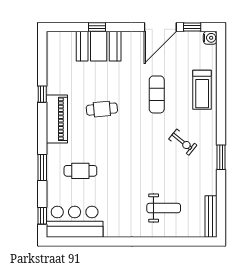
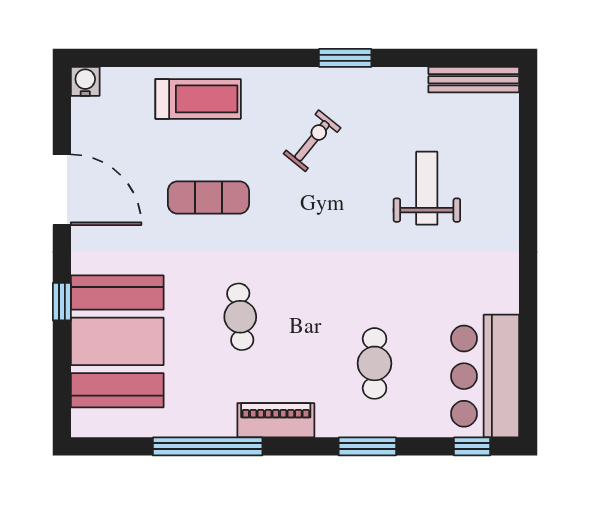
window: (97, 27) -> (62, 302), moved
window: (192, 27) -> (62, 121), removed
booth: (99, 46) -> (117, 341), width x1.36, depth x1.42
window: (42, 94) -> (208, 446), width x3.17
piano: (57, 119) -> (276, 420), width x0.73, depth x0.75
weight bench: (164, 208) -> (427, 188), moved

